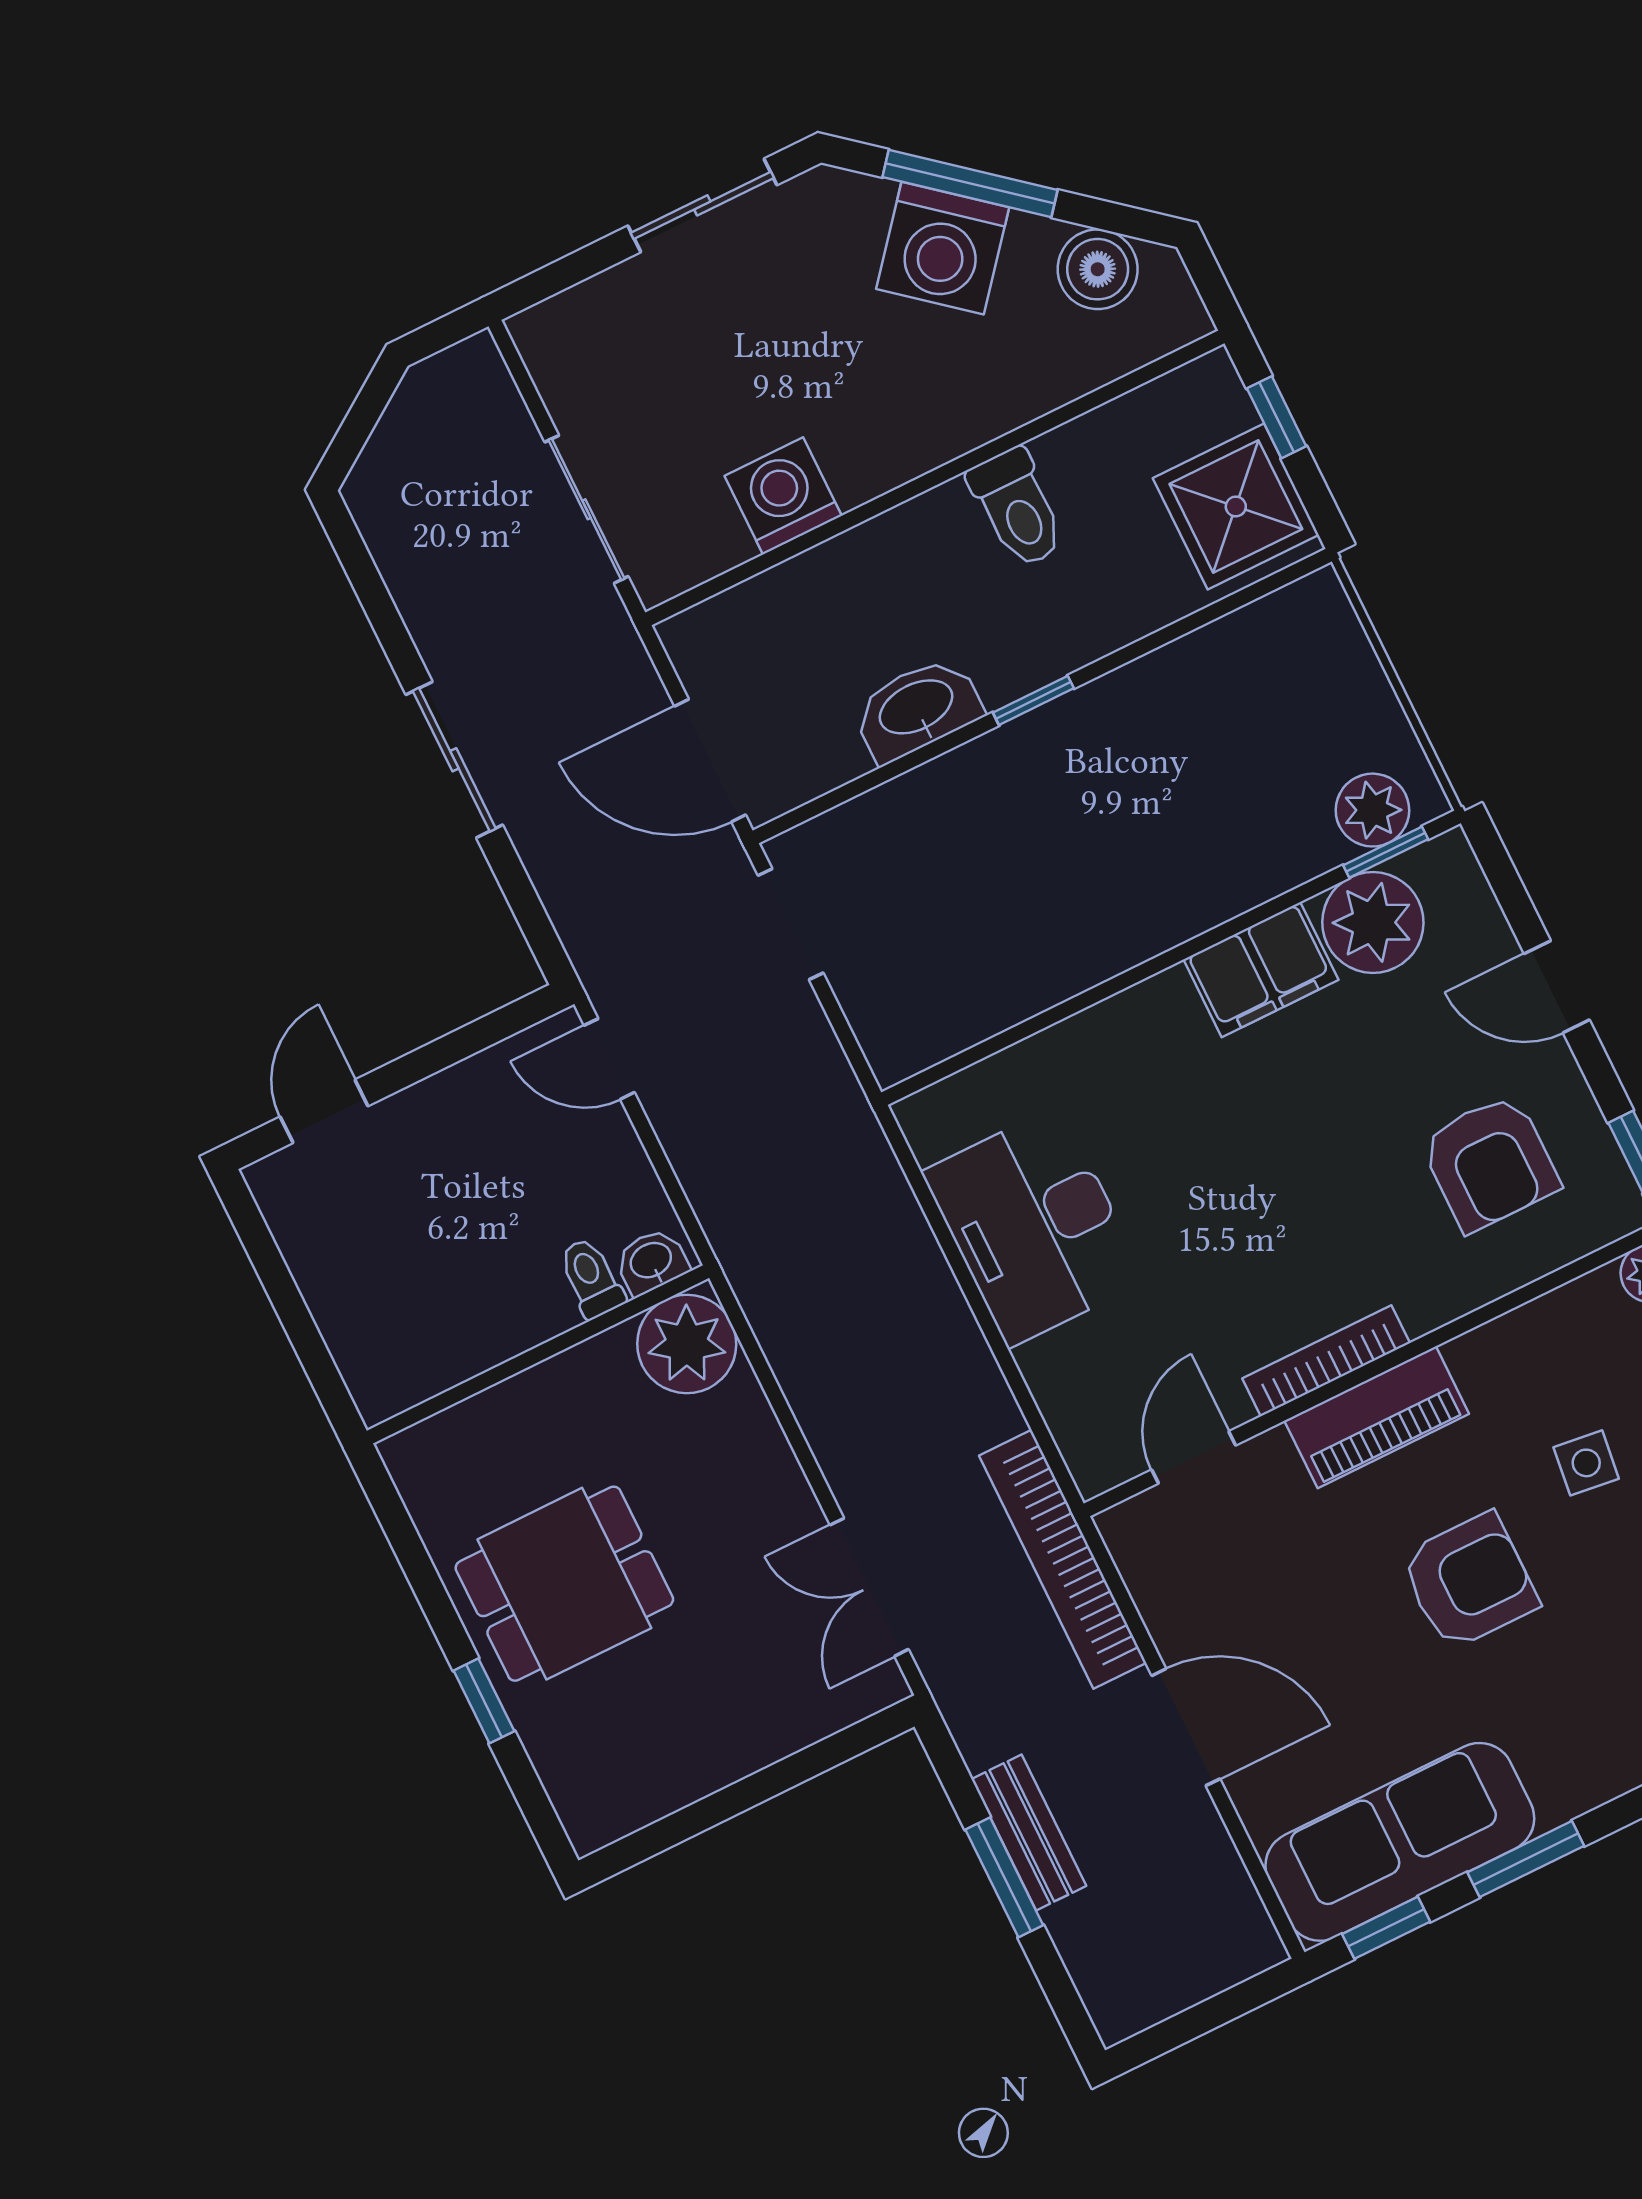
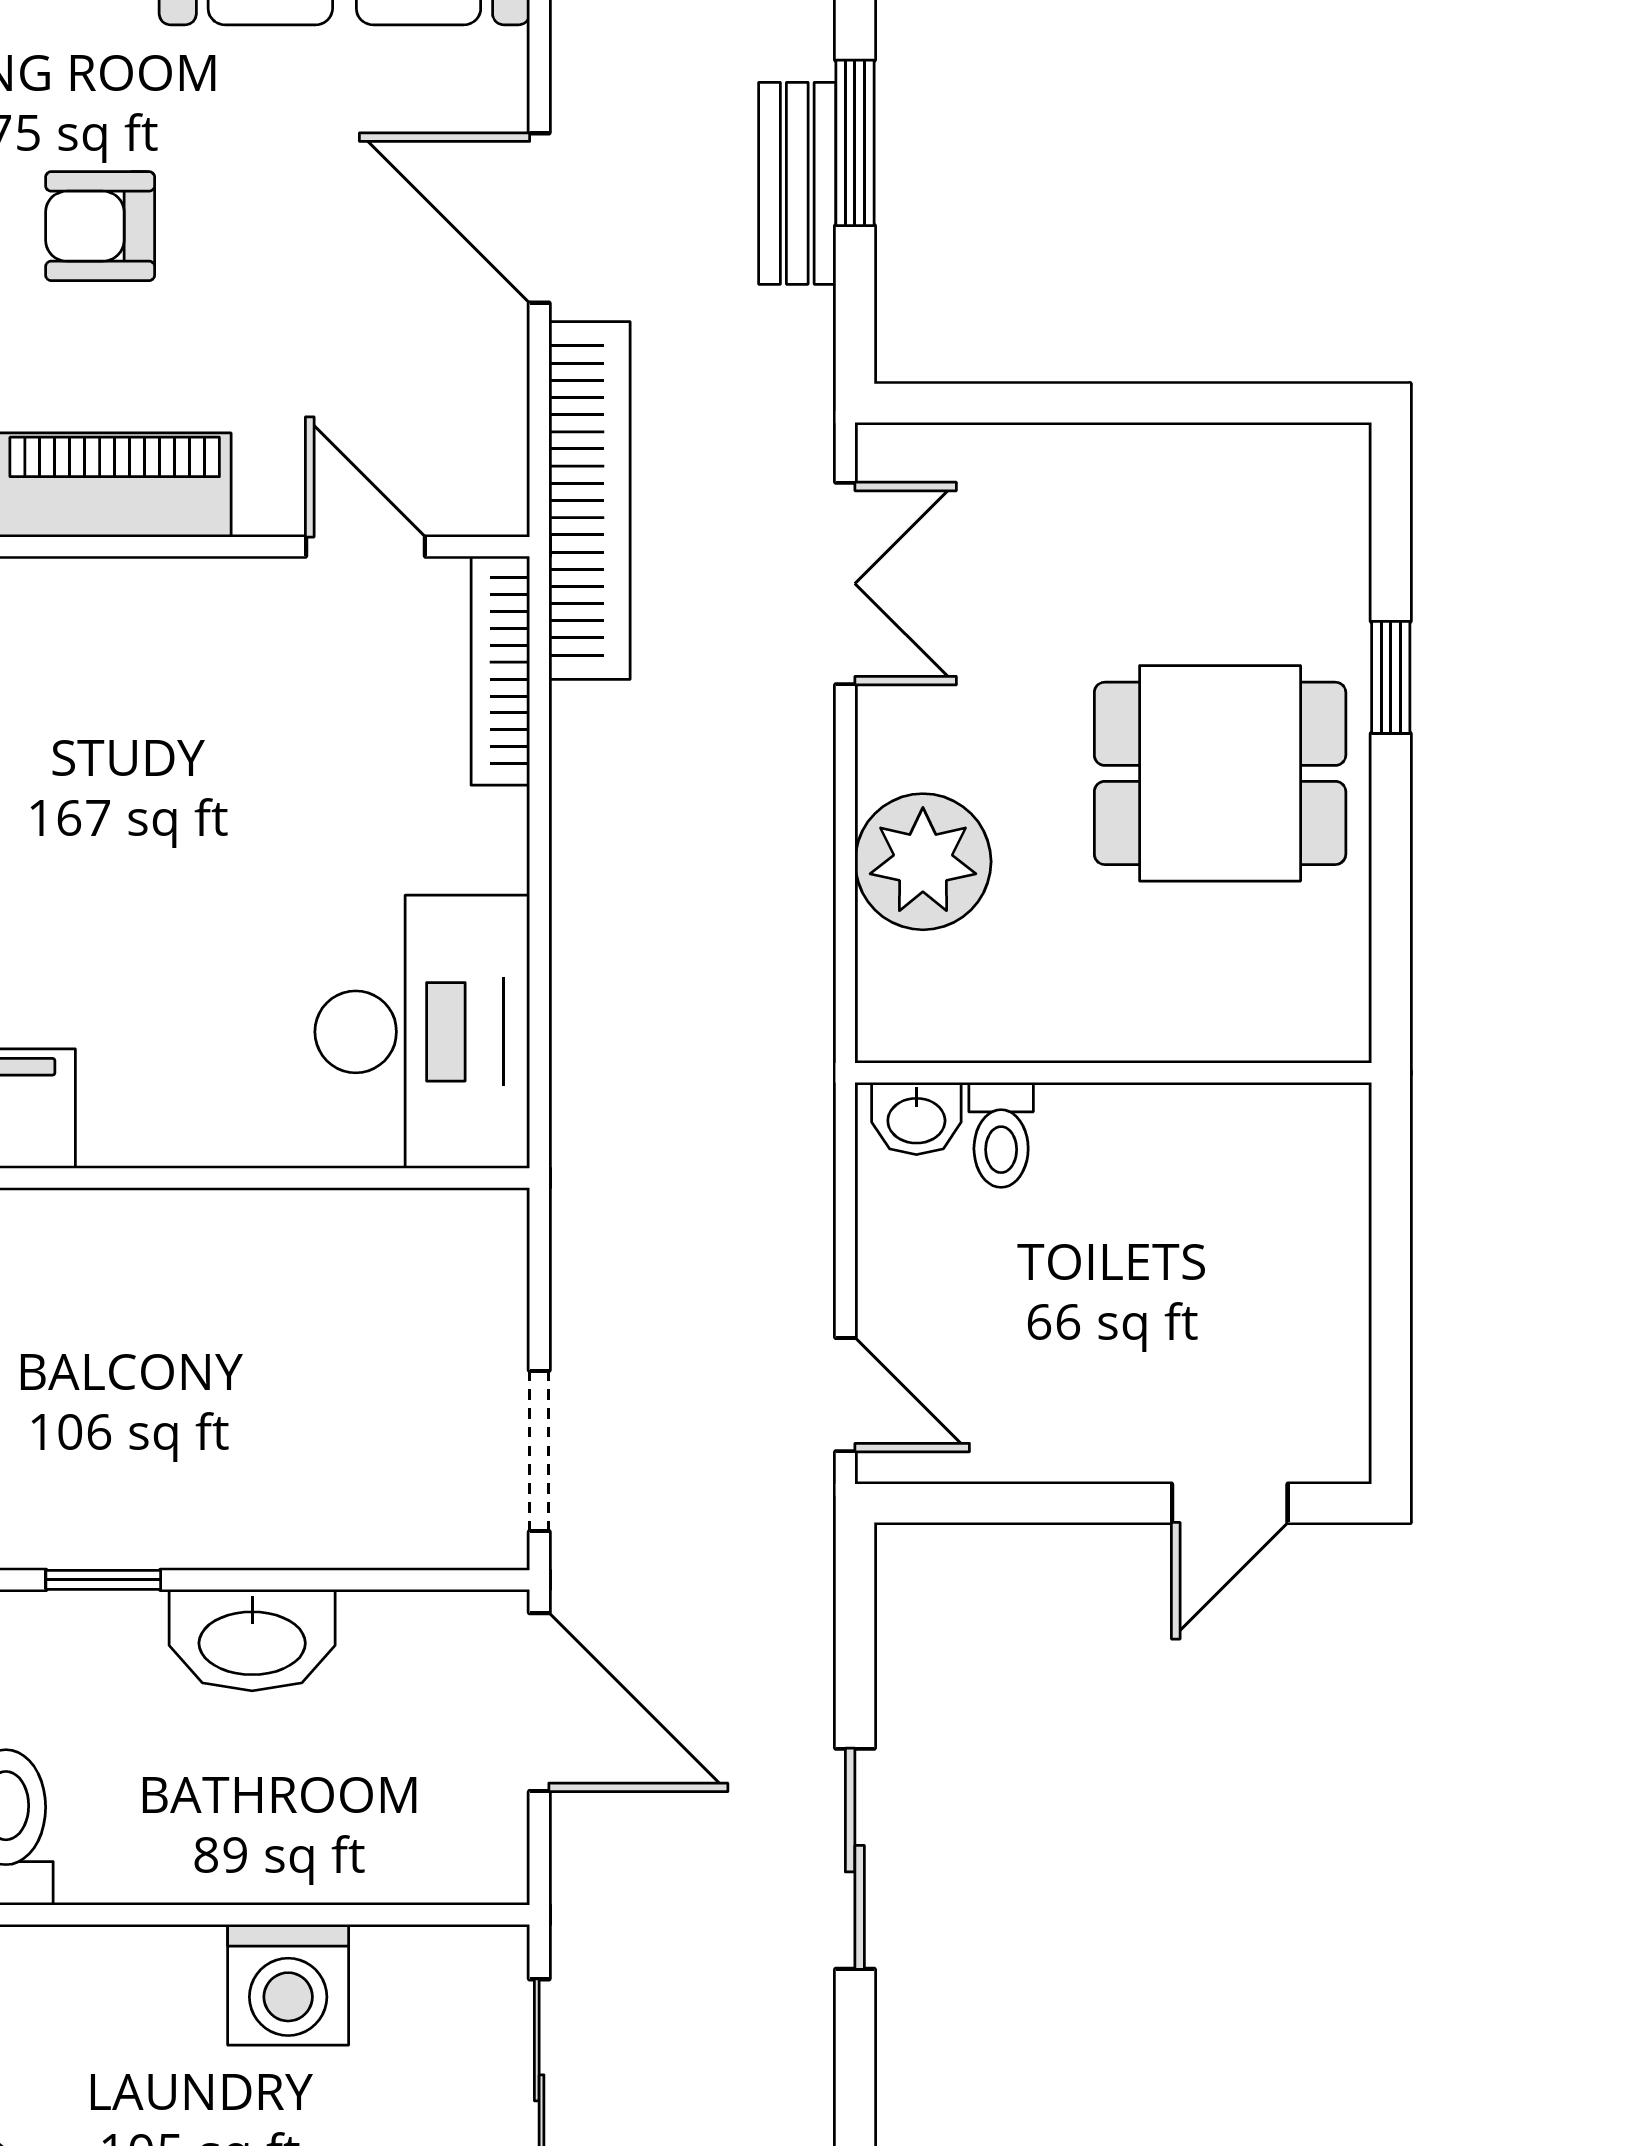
desk: (1034, 1226) -> (422, 1032), moved
plant: (687, 1344) -> (923, 862), moved
bookcase: (1326, 1361) -> (500, 671), moved, turned 90
door: (1194, 1457) -> (366, 547), swing flipped
armchair: (1469, 1581) -> (100, 226), width x0.72, depth x0.72

